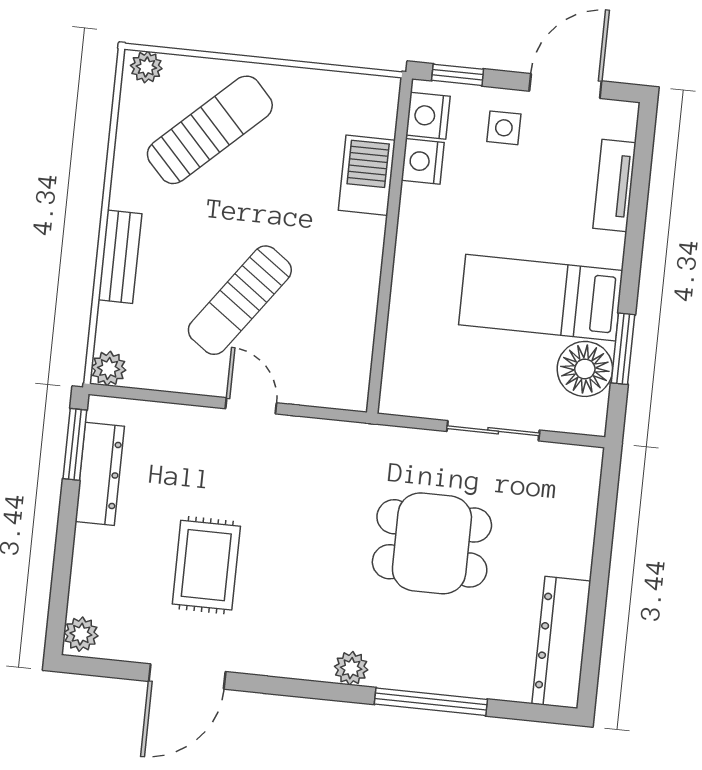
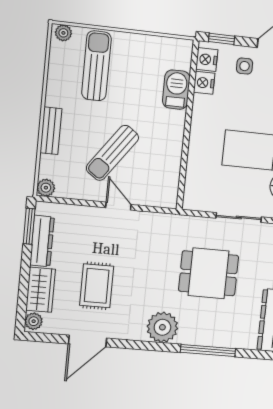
sun lounger: (210, 130) -> (96, 66), turned -47
wardrobe: (96, 571) -> (41, 290), added
plant: (351, 668) -> (162, 327), width x1.88, depth x1.88

